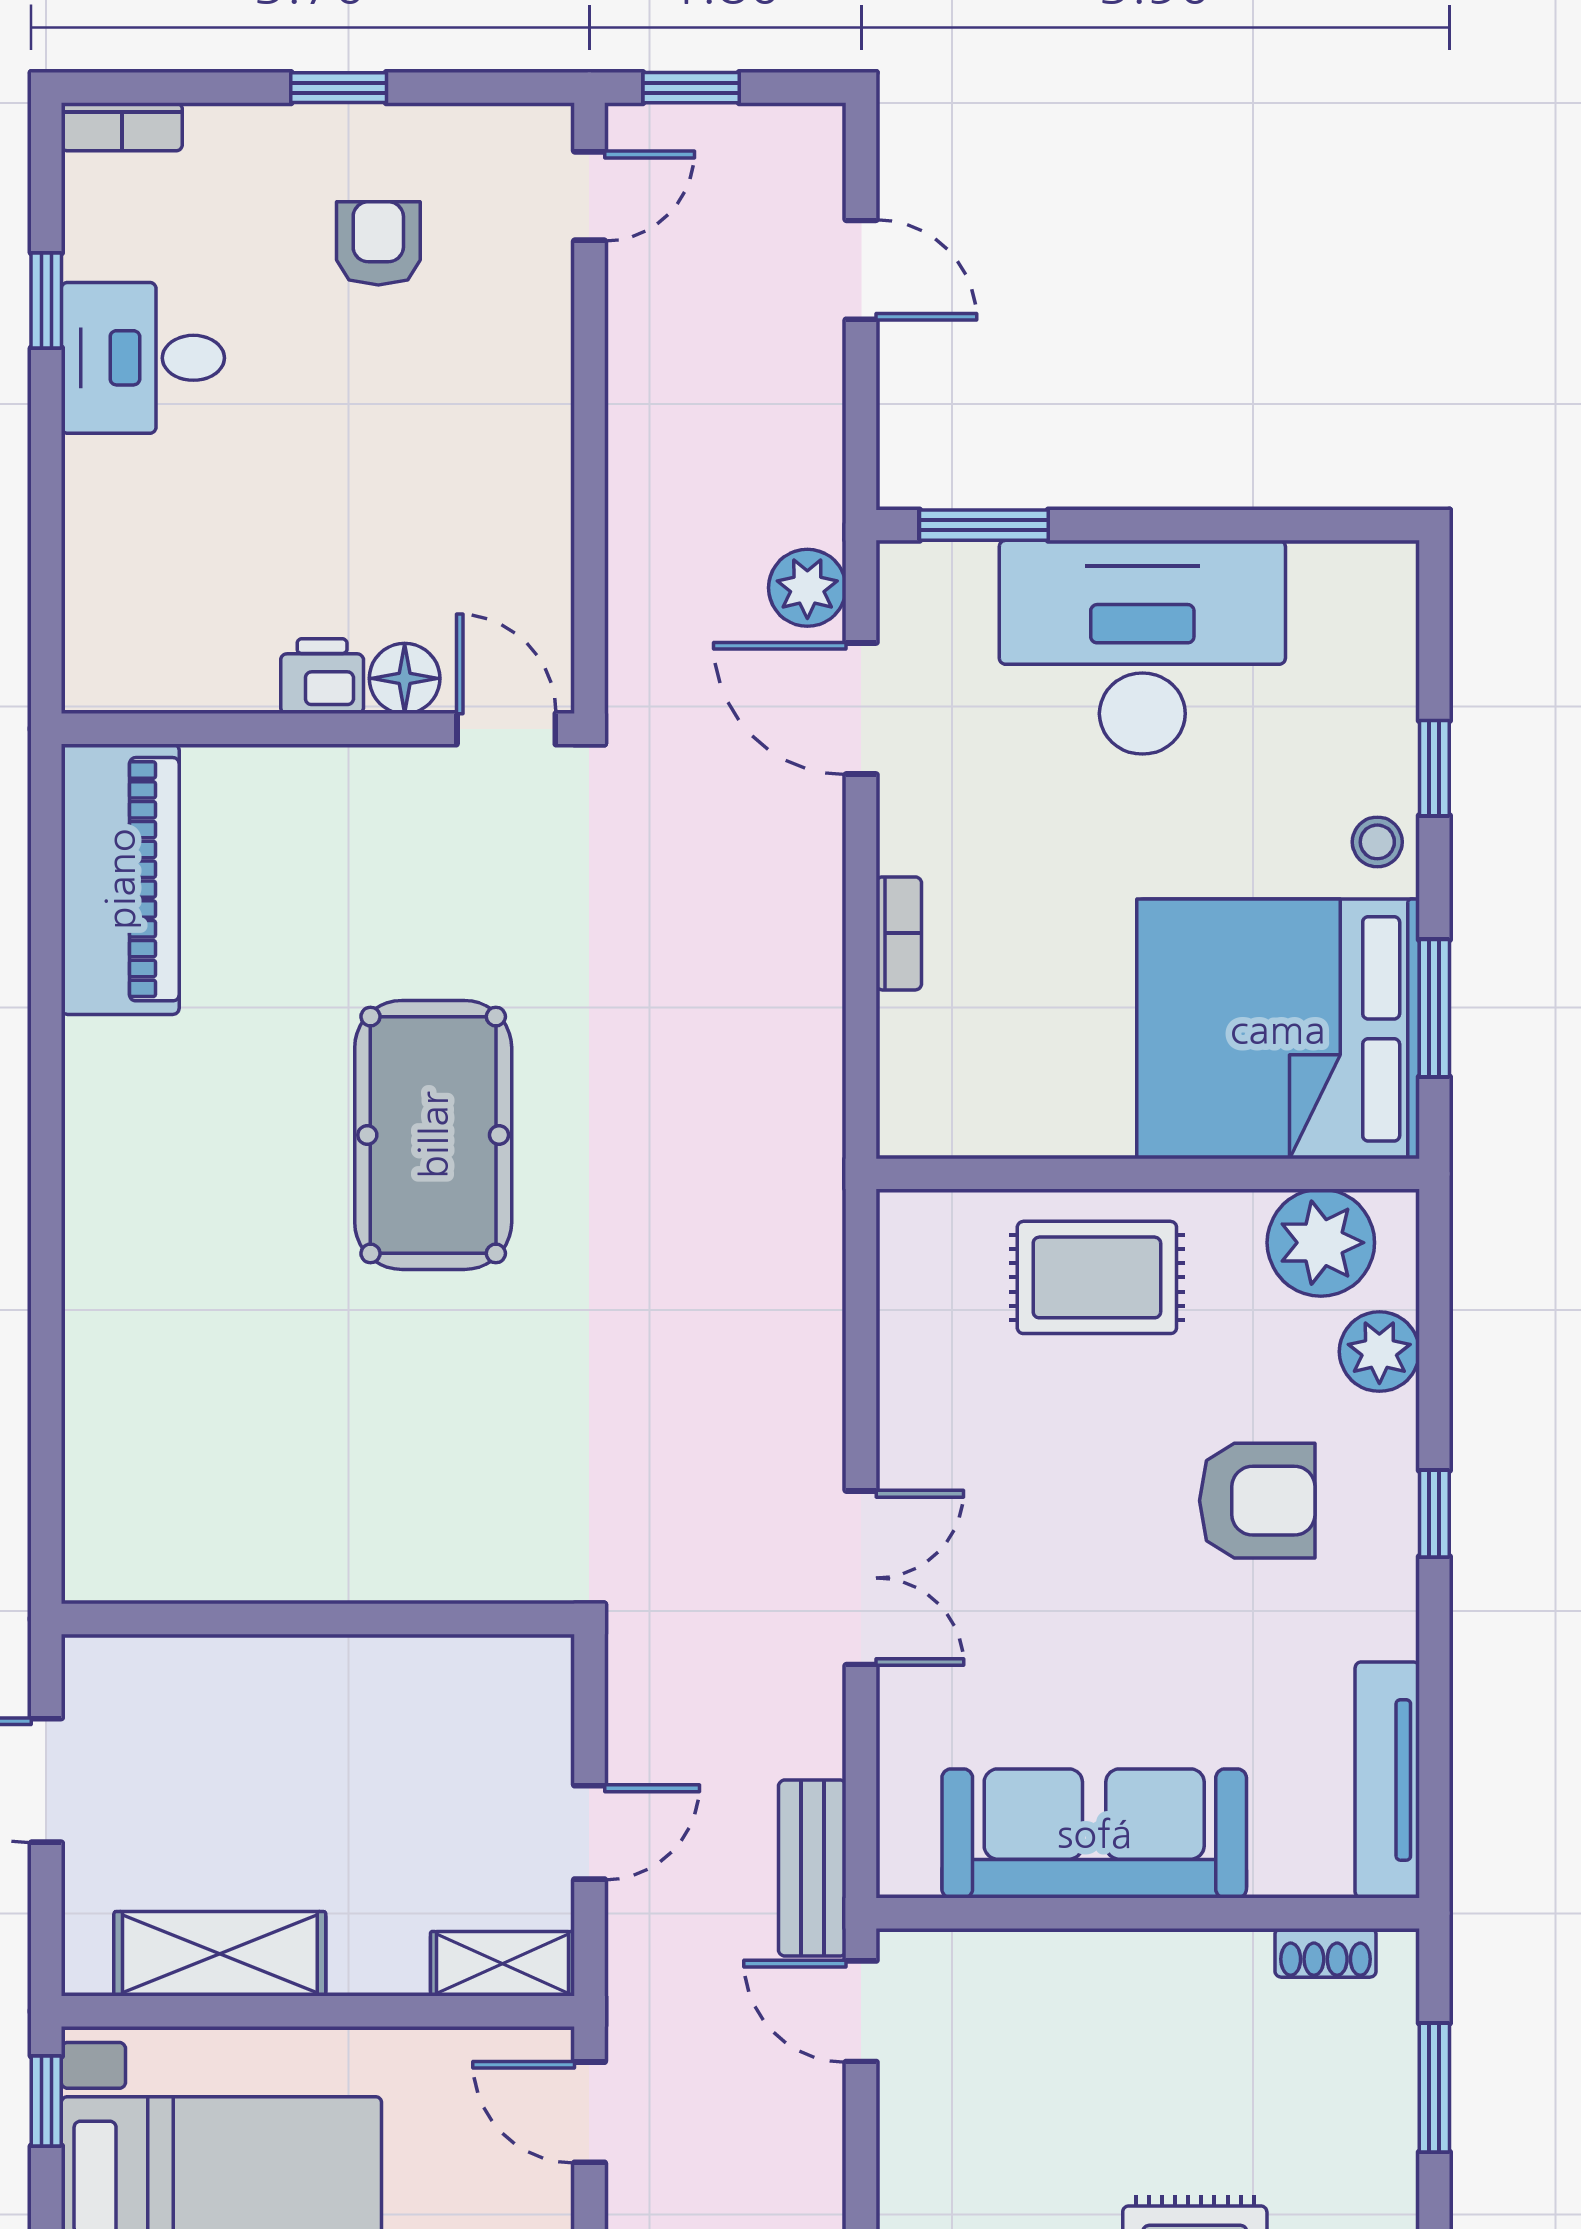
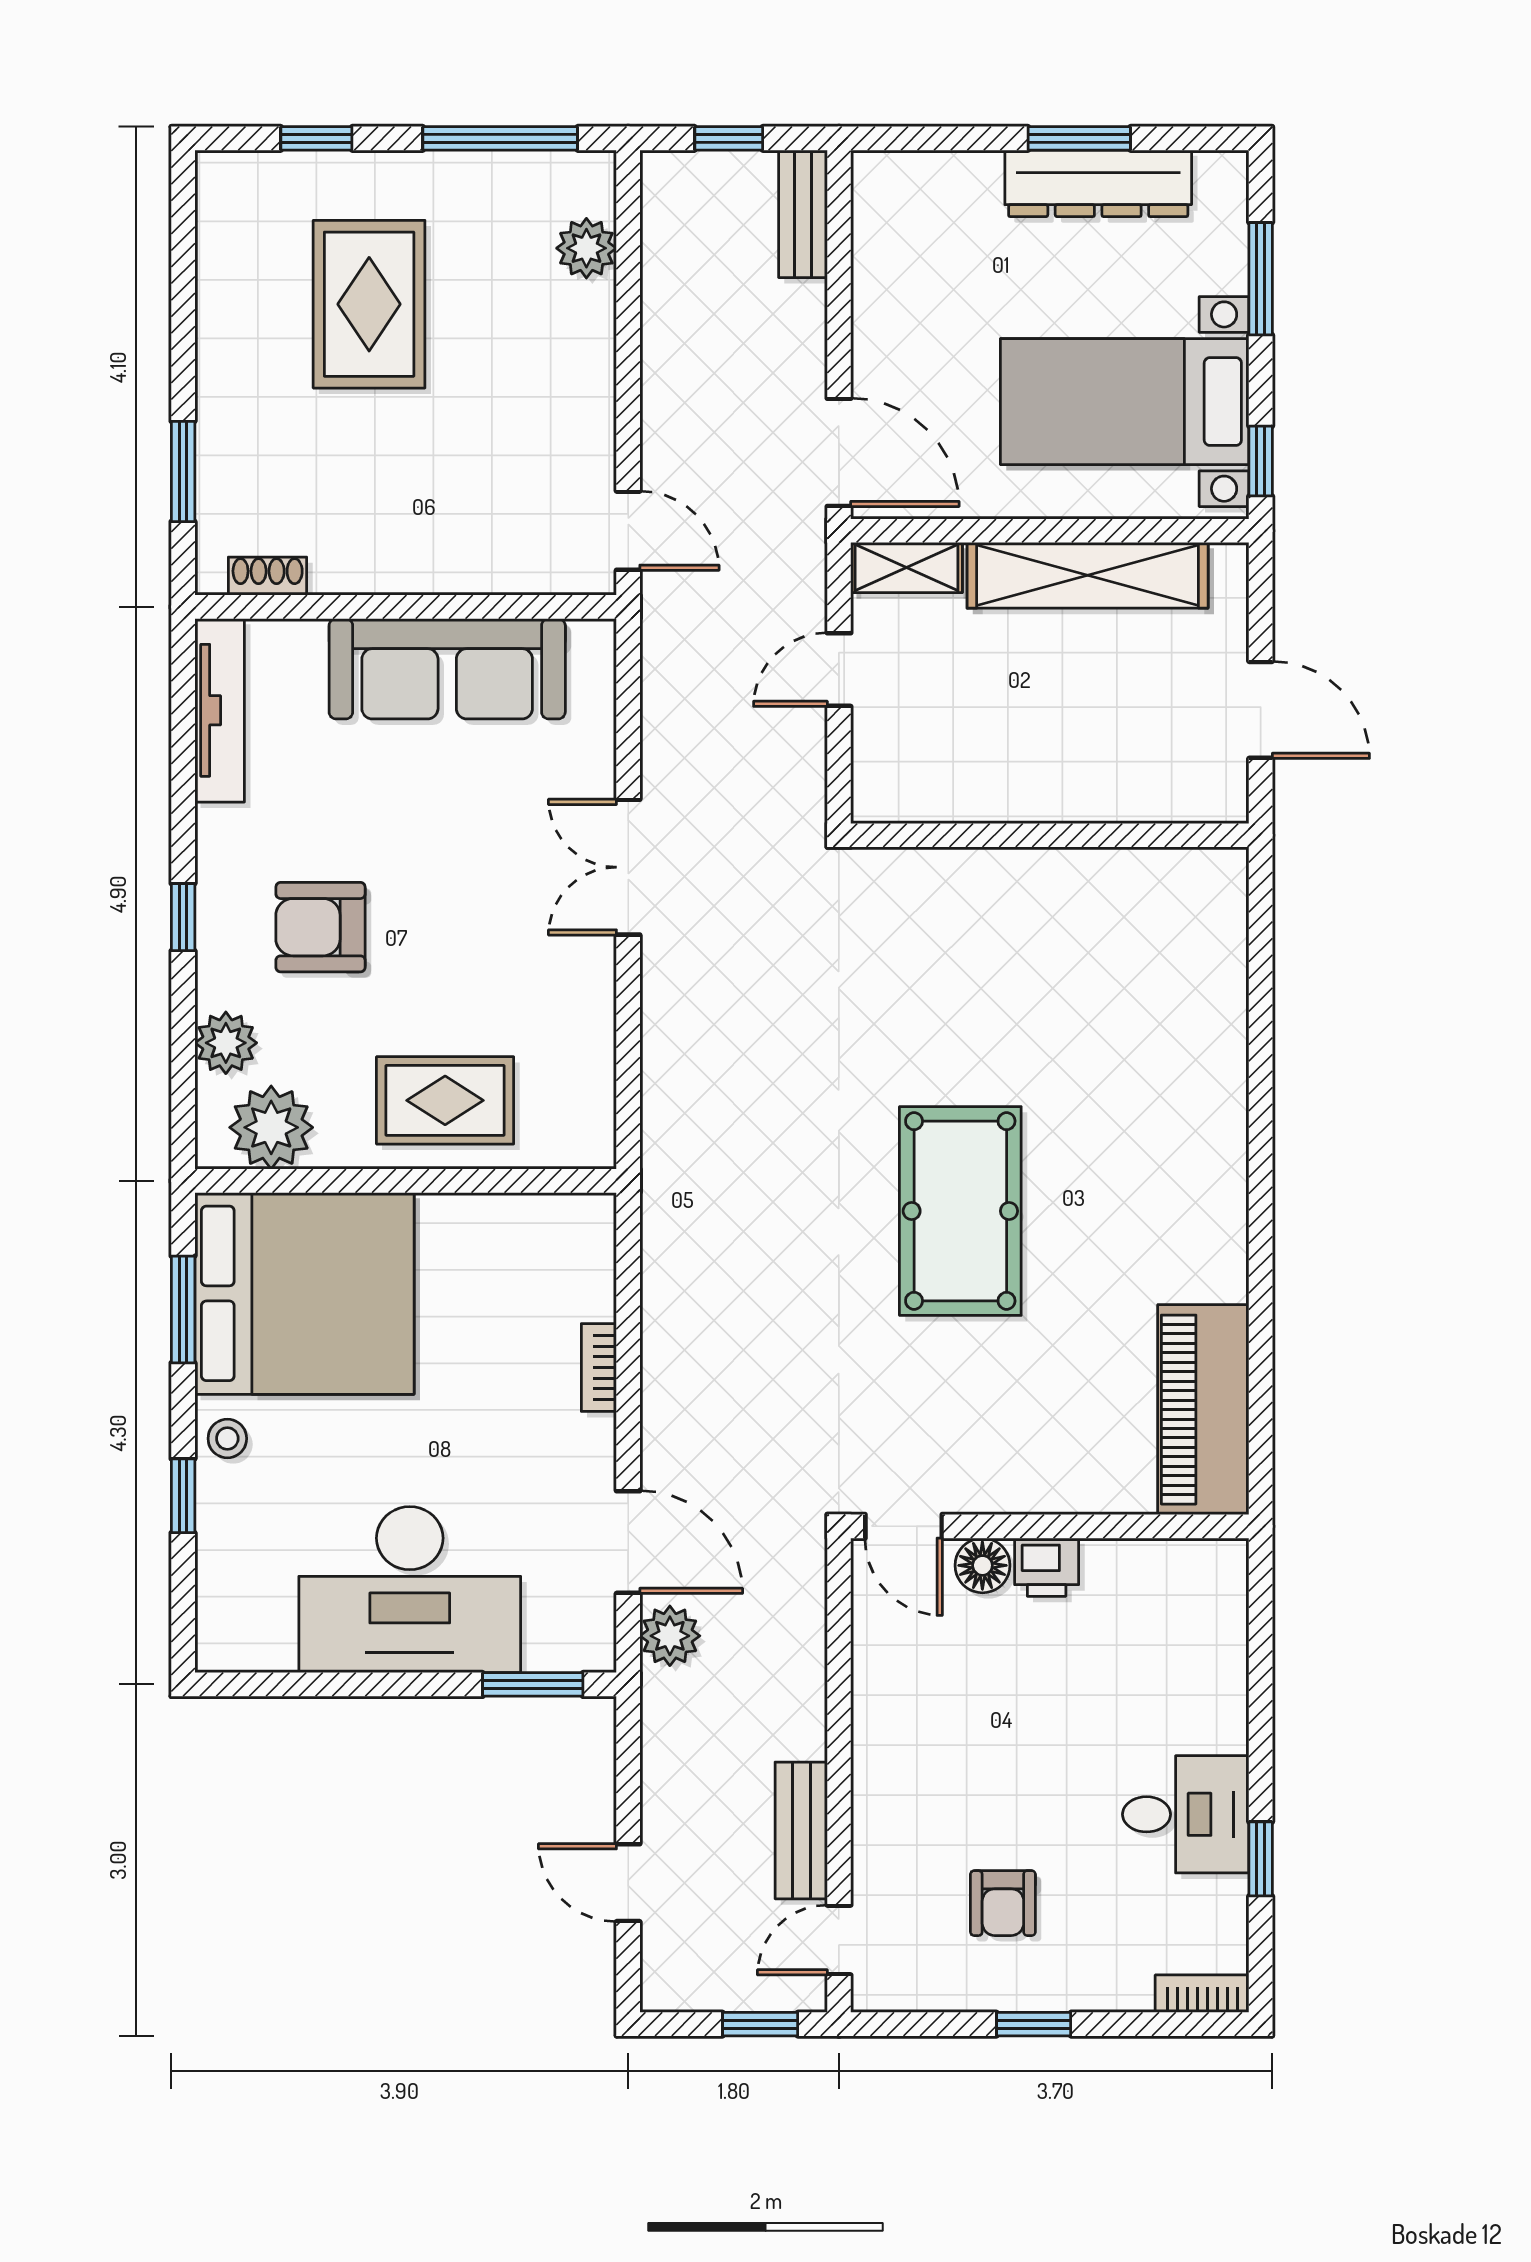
bench: (812, 1868) -> (801, 1830), moved
shelving: (220, 1954) -> (1088, 575), width x1.47
door: (589, 2112) -> (839, 452), width x1.38

